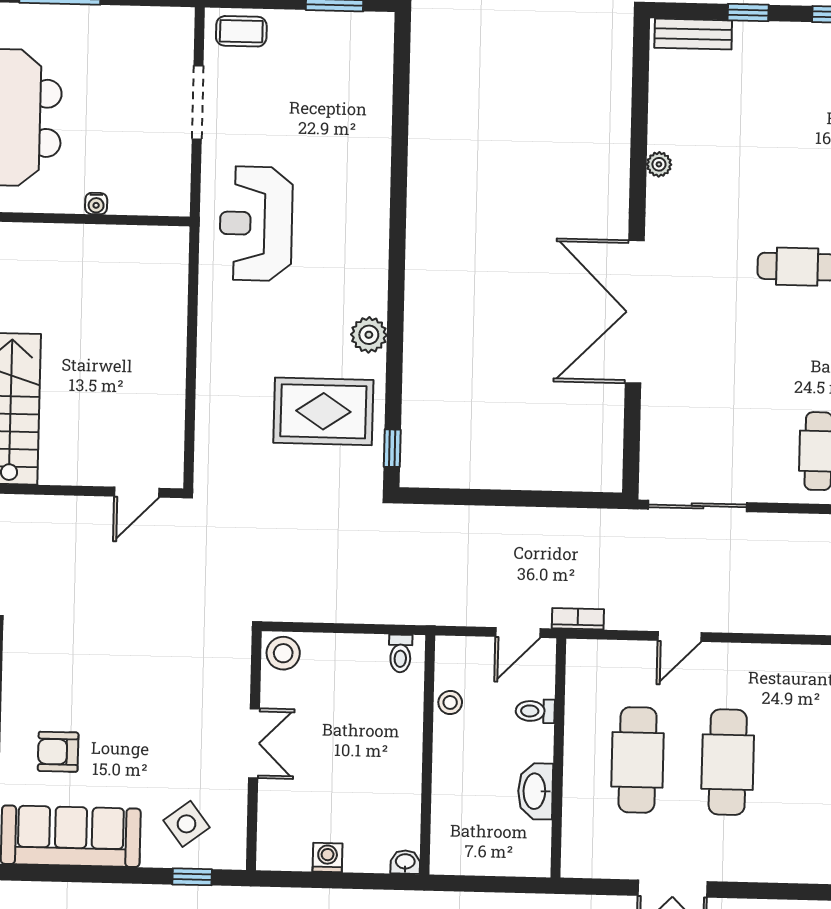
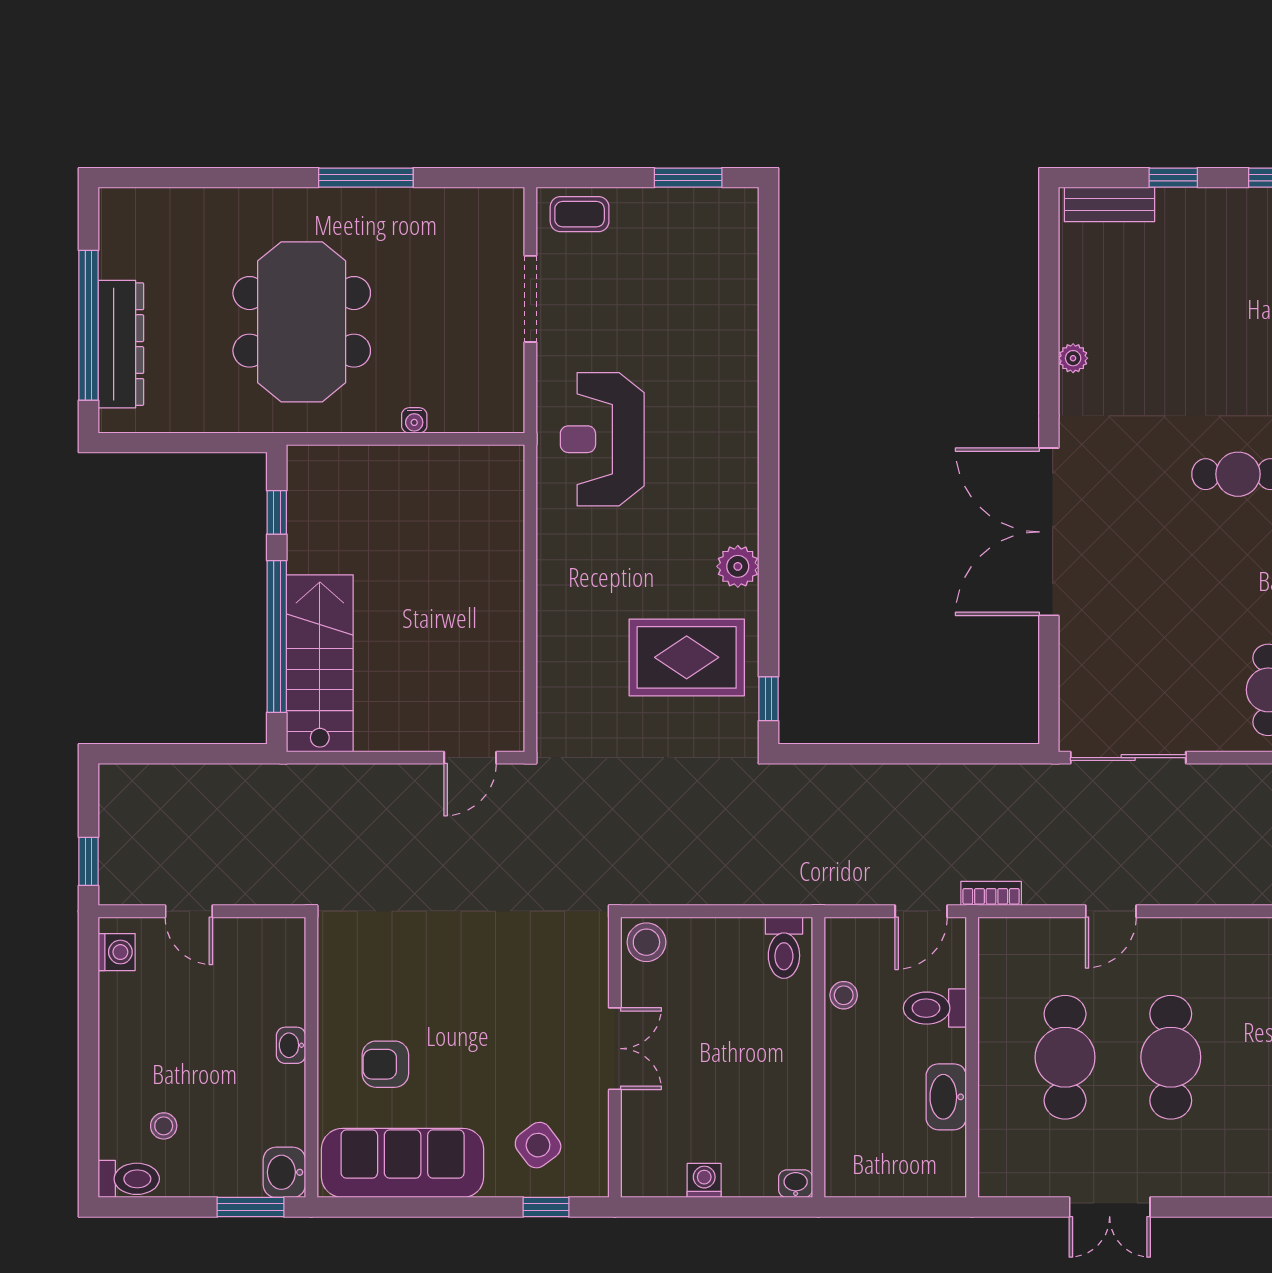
toilet: (400, 653) -> (784, 948), width x1.37, depth x1.39
toilet: (535, 711) -> (935, 1008), width x1.37, depth x1.39

